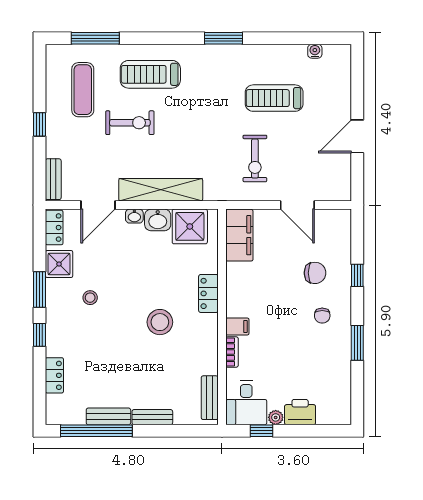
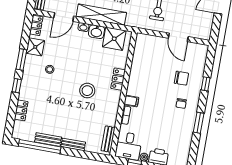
filing cabinet: (239, 235) -> (142, 49), removed

